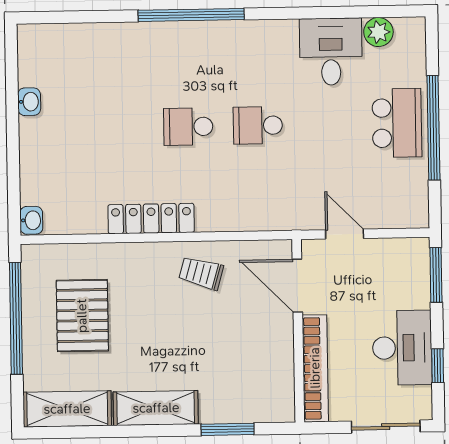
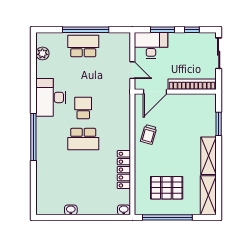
desk: (331, 52) -> (51, 97), moved, width x1.37
school desk: (258, 125) -> (83, 108), turned 180
school desk: (188, 127) -> (83, 139), width x1.85
locker: (151, 219) -> (124, 170), moved
door: (345, 234) -> (132, 70), swing flipped
window: (436, 275) -> (162, 30), moved
desk: (402, 348) -> (151, 45), moved

